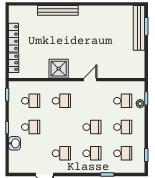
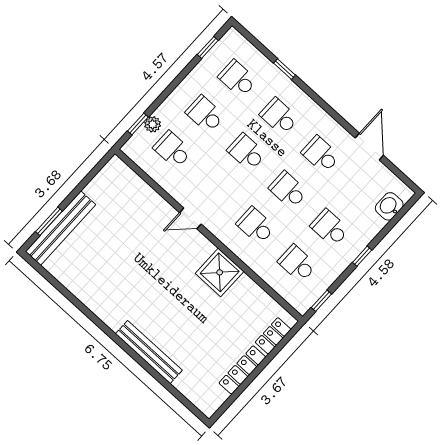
school desk: (61, 127) -> (288, 190), added
washbasin: (15, 143) -> (389, 206), moved

